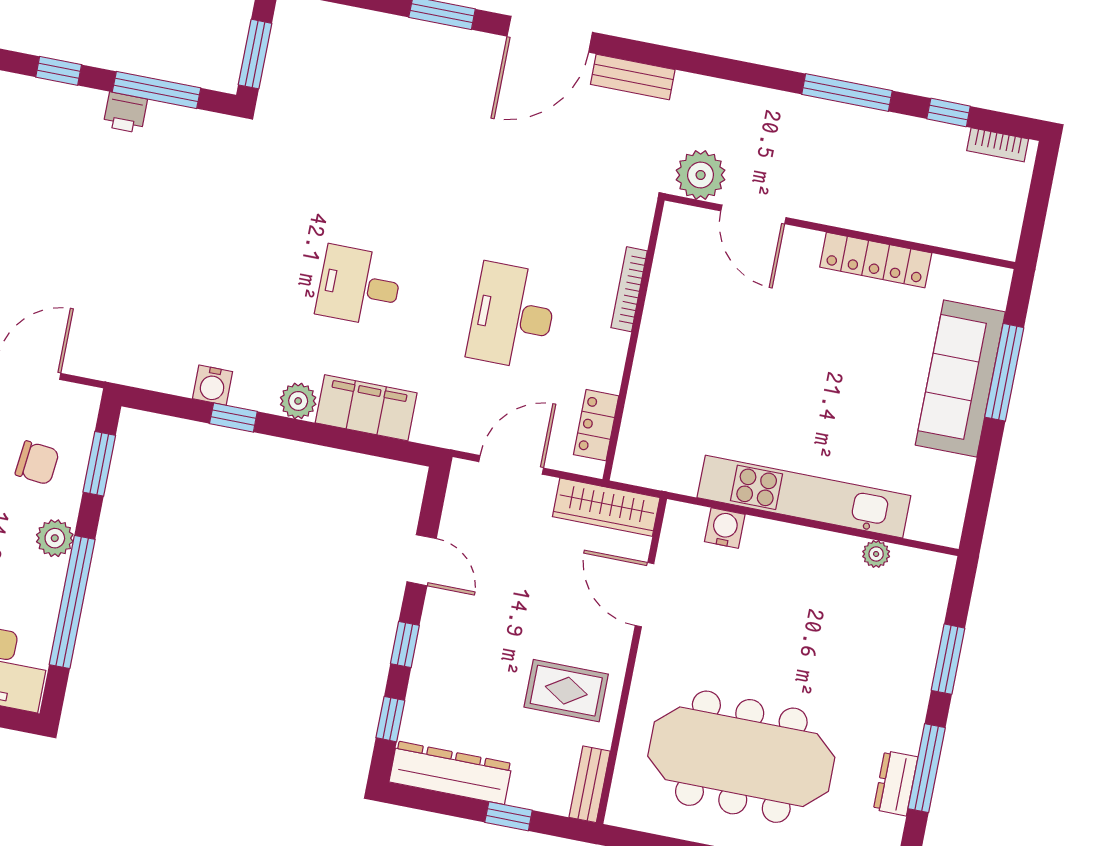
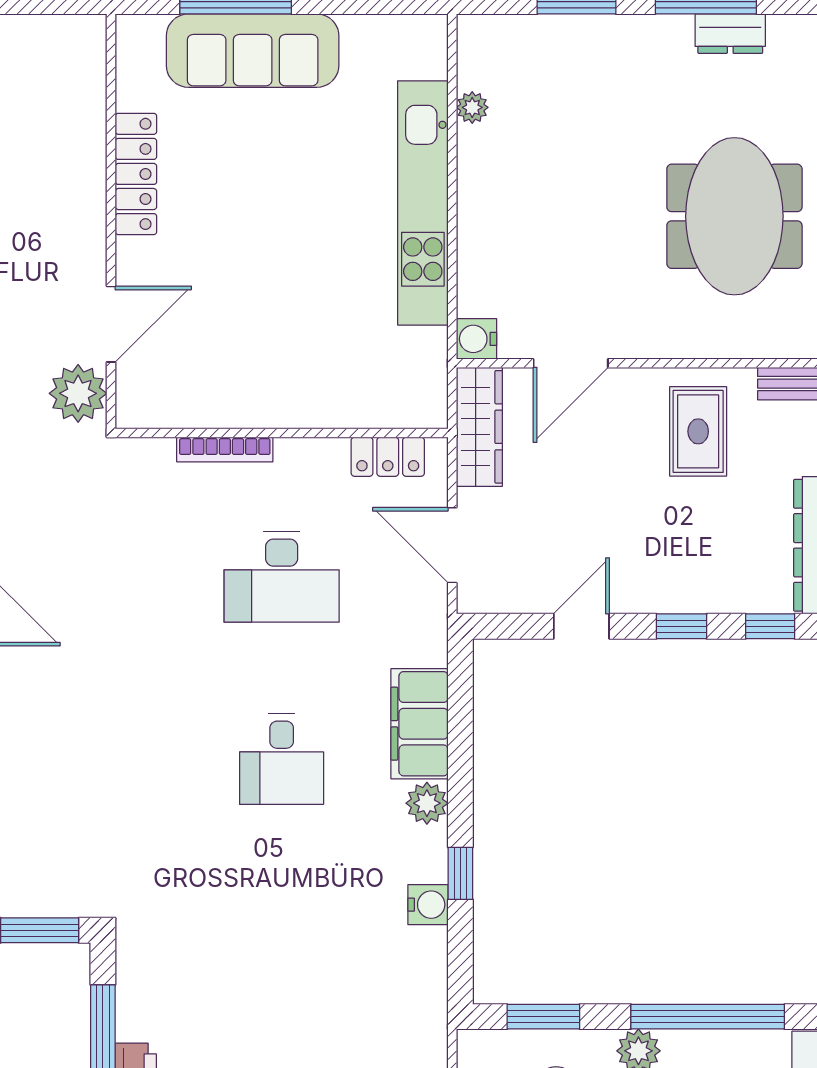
water cooler: (725, 528) -> (476, 339), moved
meeting table: (741, 757) -> (734, 216), width x0.73

